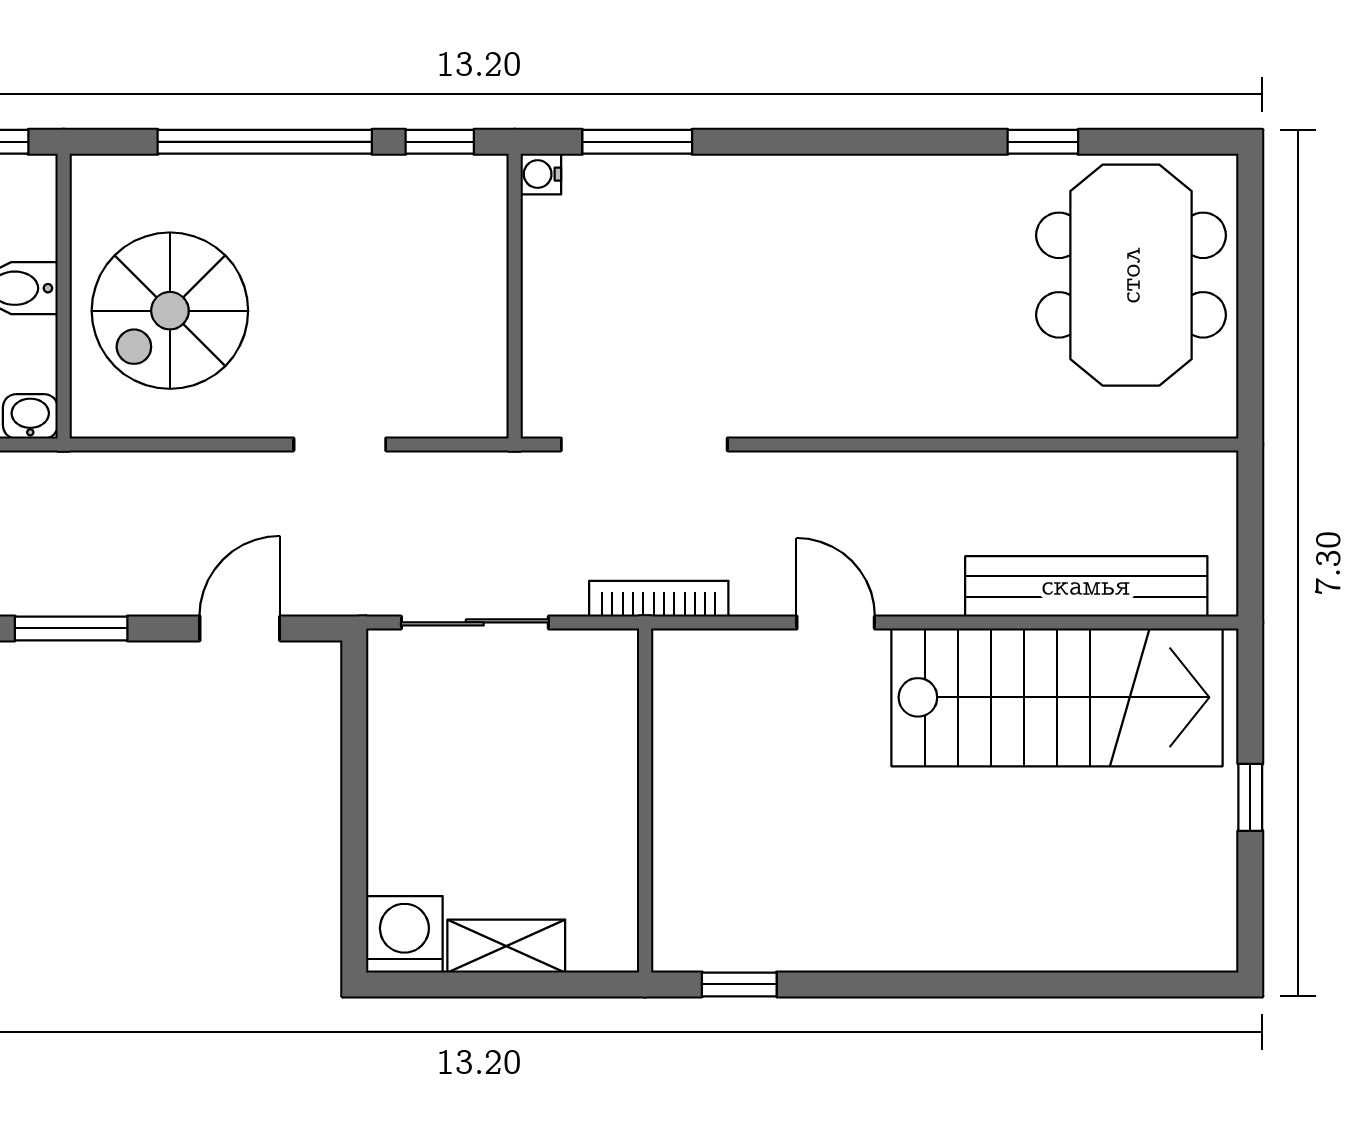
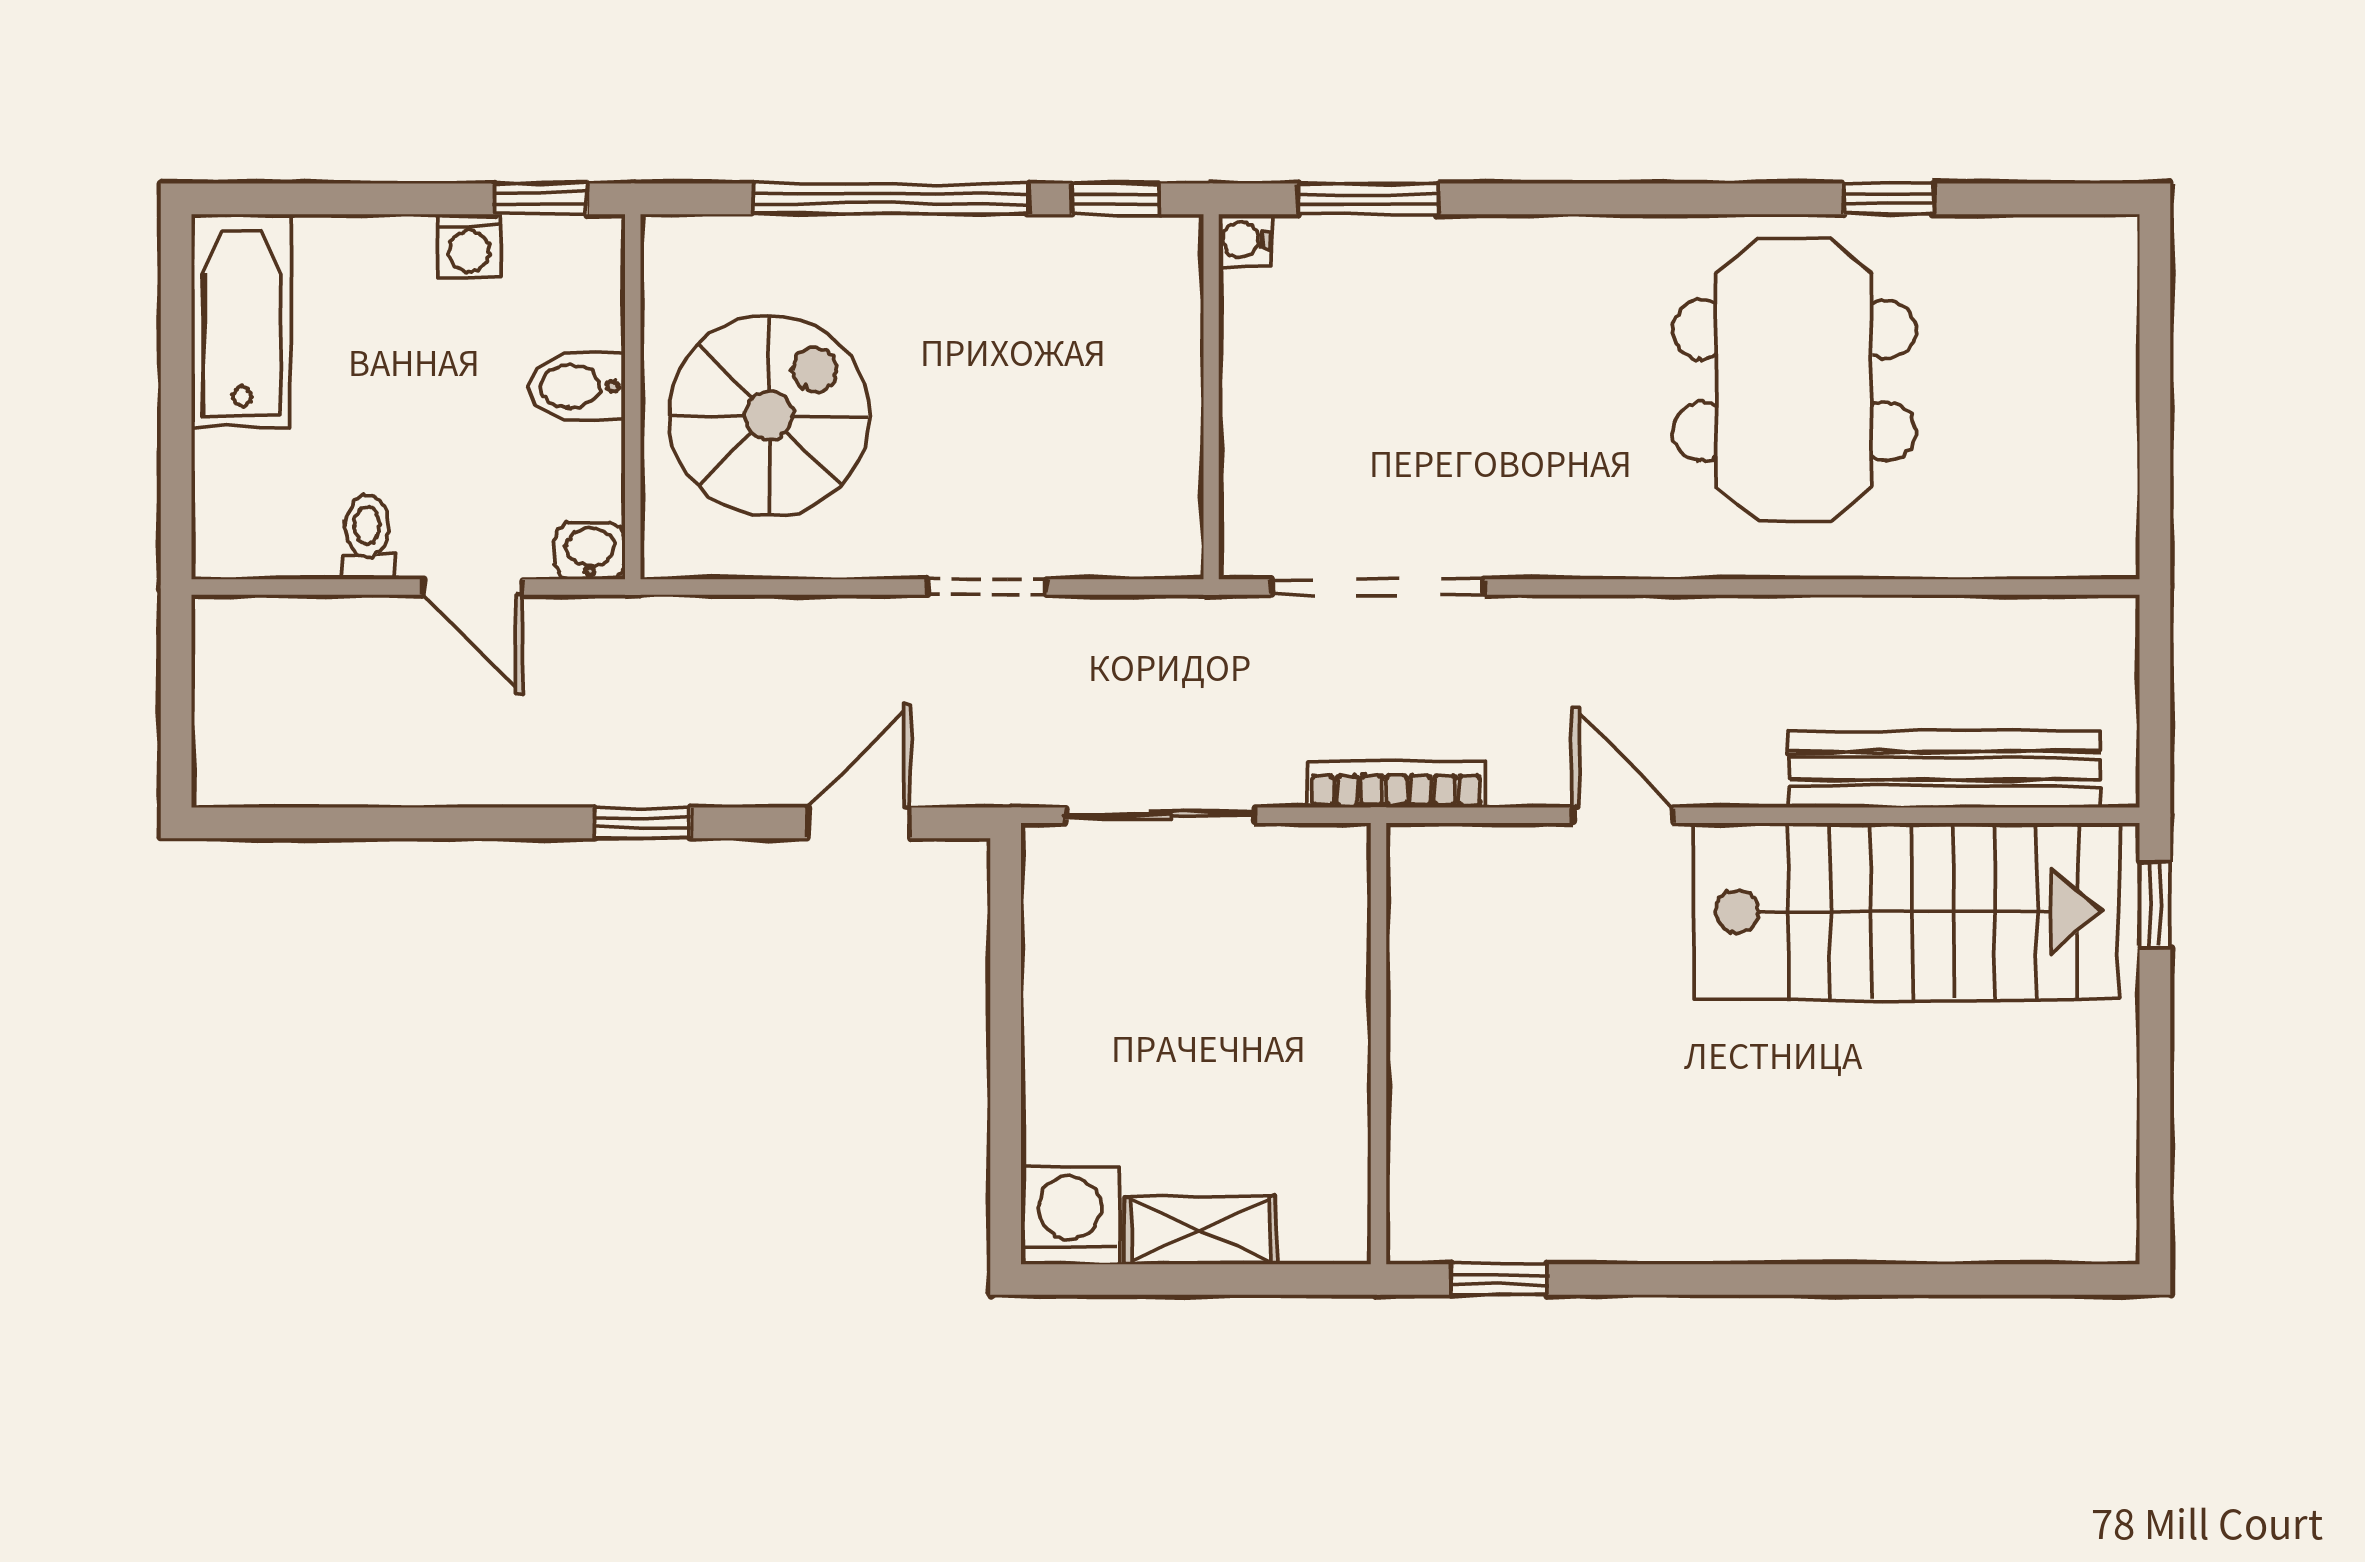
meeting table: (1131, 275) -> (1794, 380), moved
spiral stairs: (170, 311) -> (769, 415), turned 180
window: (71, 628) -> (642, 823), width x0.67
window: (1250, 797) -> (2155, 905), moved

